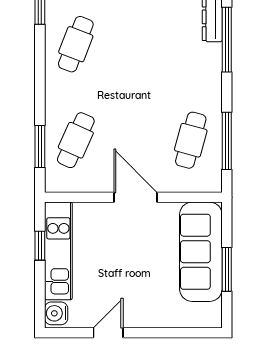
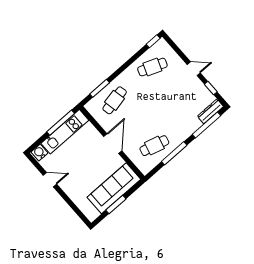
cafe table: (76, 140) -> (115, 100), turned -36
window: (227, 141) -> (174, 153), moved
window: (40, 246) -> (61, 123), width x2.17

